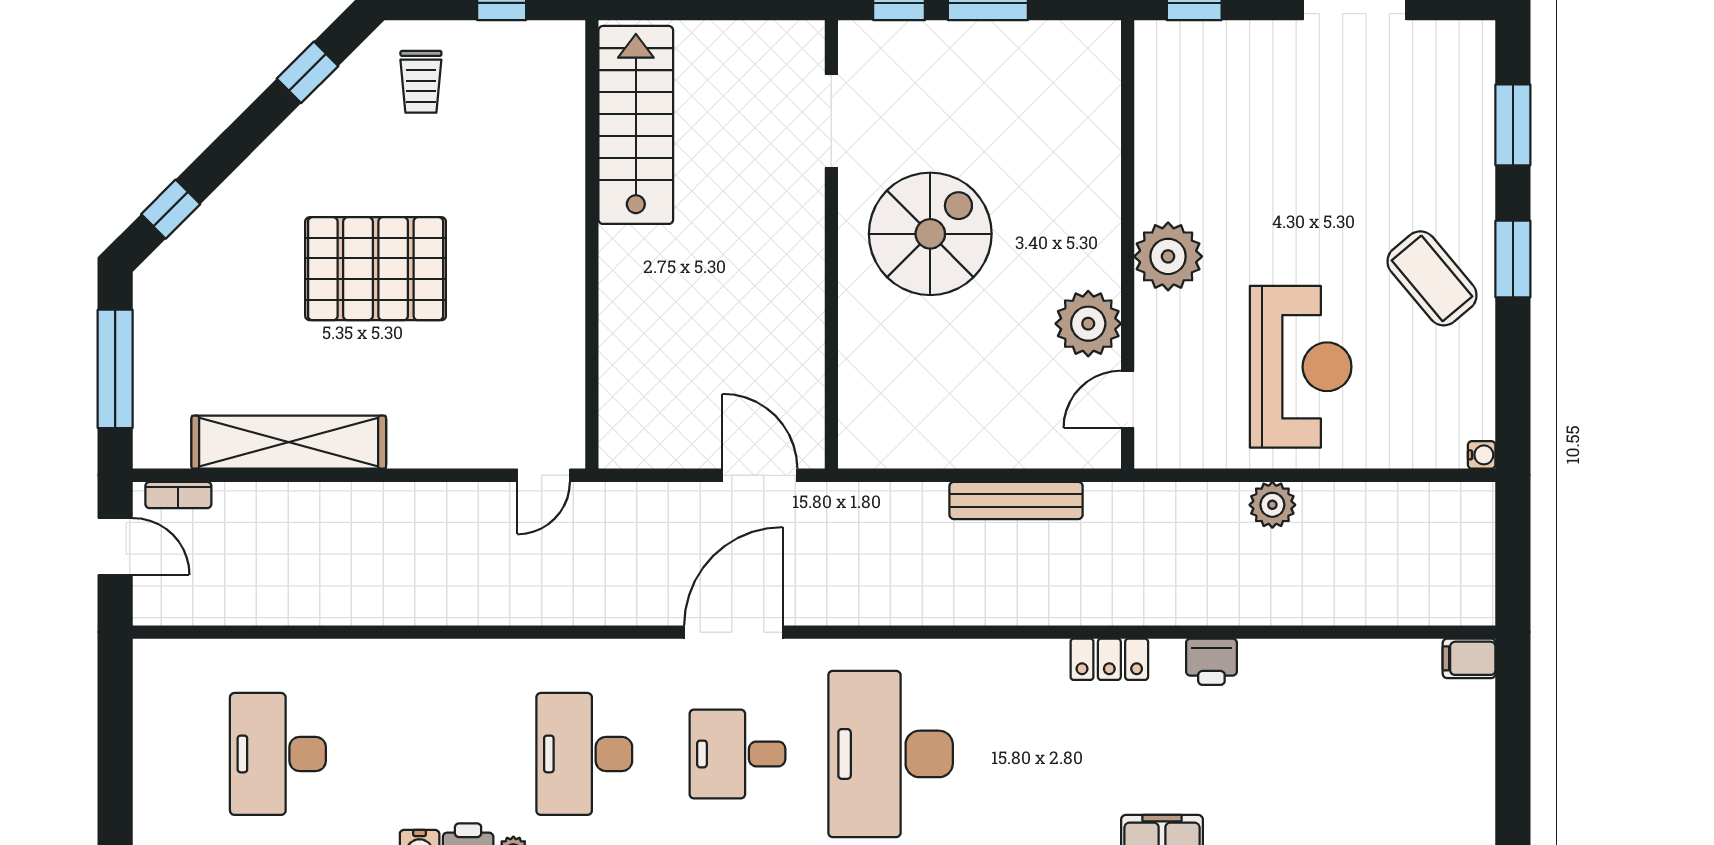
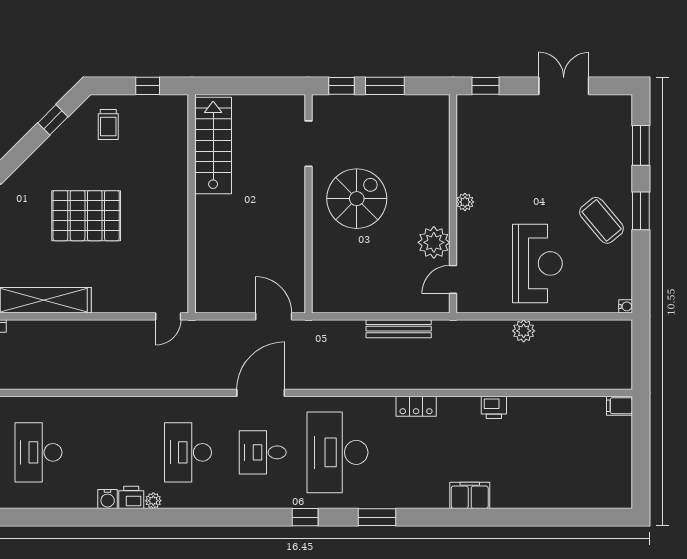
plant: (1168, 256) -> (465, 202), width x0.53, depth x0.53
locker: (1109, 659) -> (416, 406), moved

